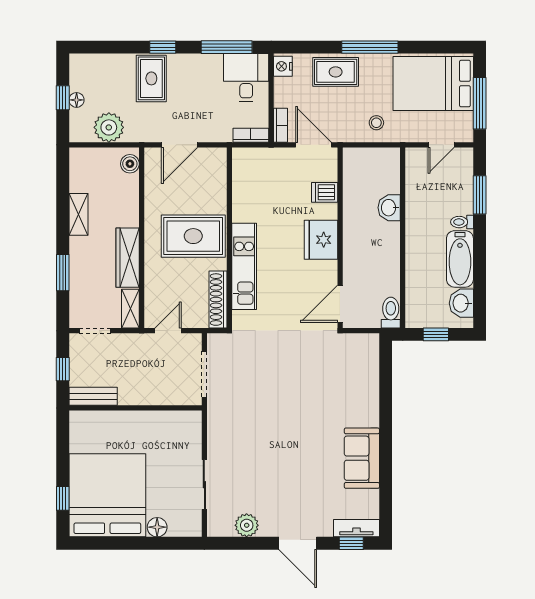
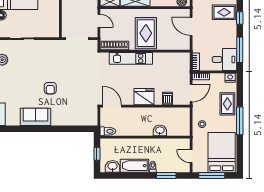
armchair: (304, 428) -> (50, 88), added

